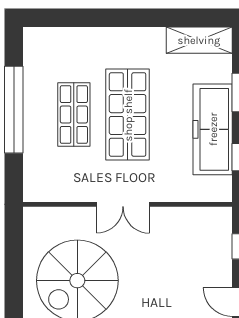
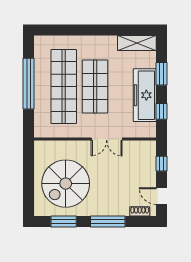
shop shelf: (74, 115) -> (64, 87), width x2.00, depth x1.36
double door: (123, 204) -> (107, 139), moved

